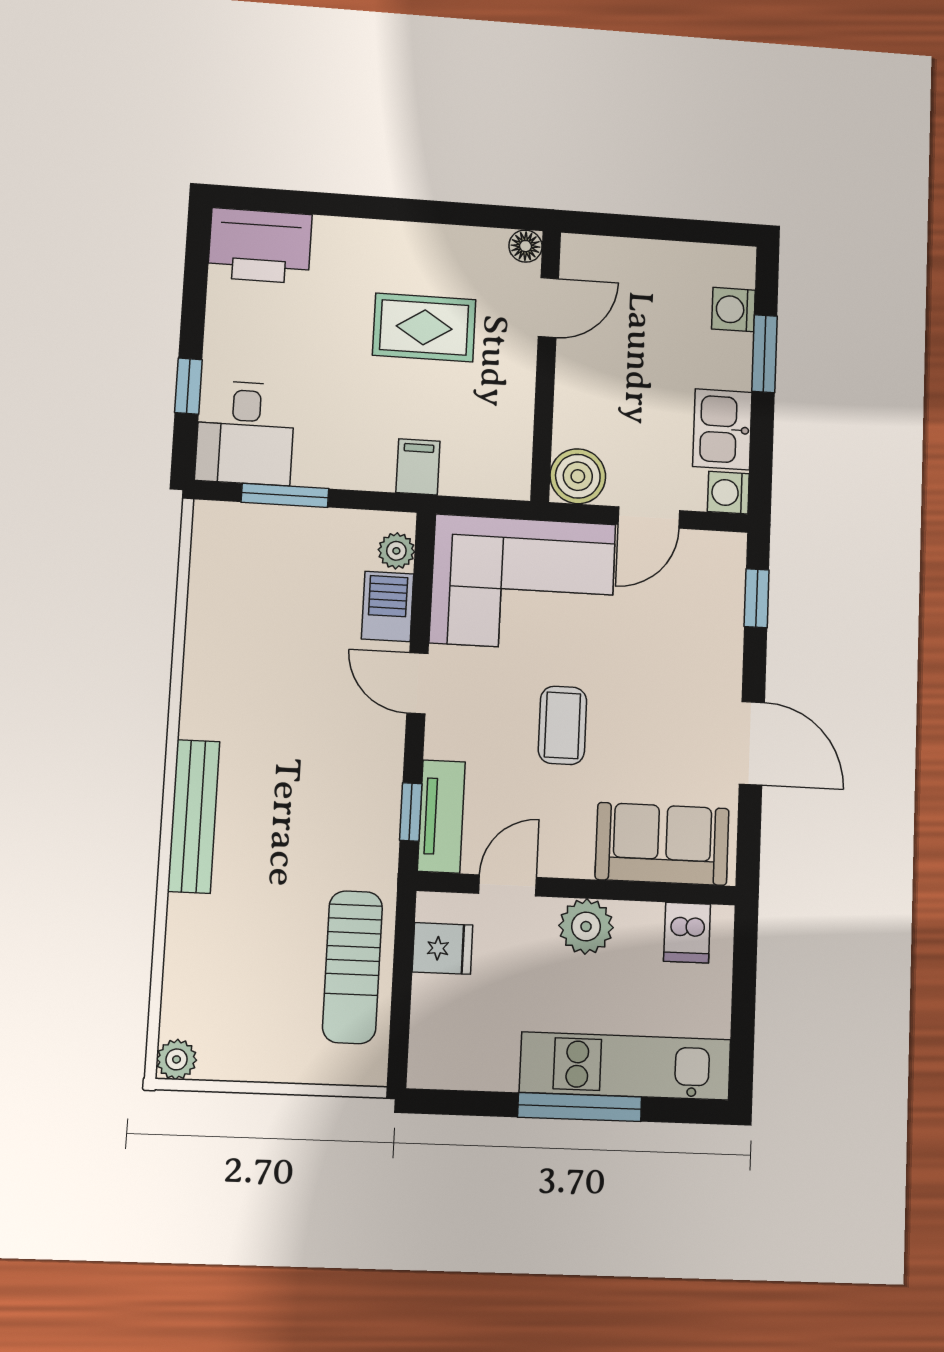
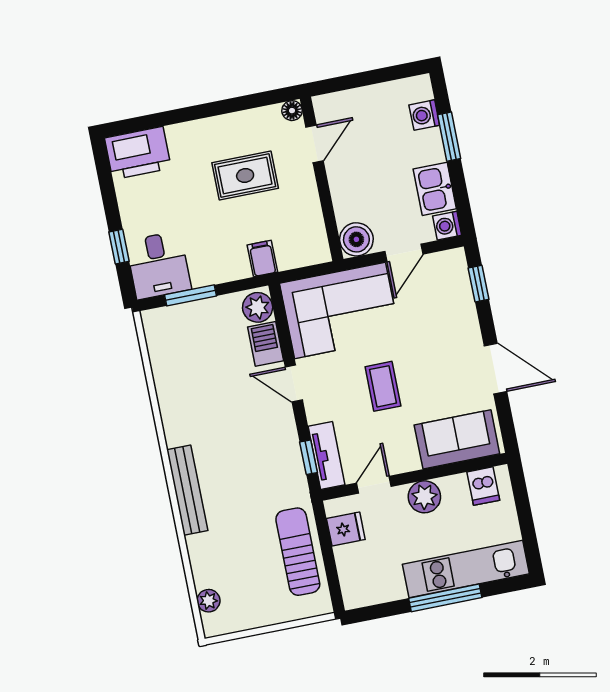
plant: (396, 551) -> (258, 307), width x1.38, depth x1.38
sun lounger: (352, 967) -> (298, 552), turned 180
plant: (177, 1059) -> (208, 601), moved

